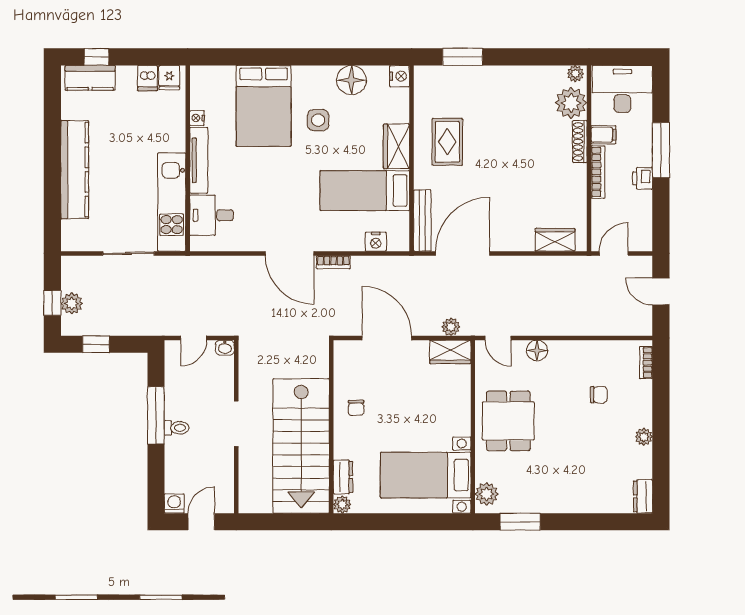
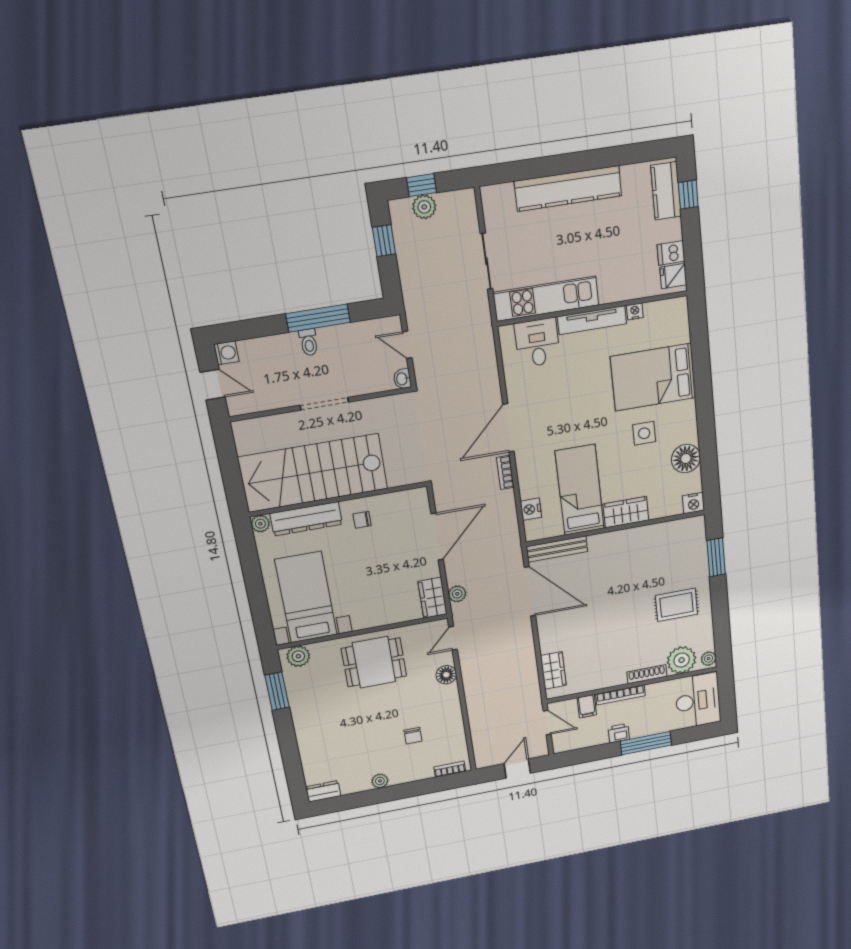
filing cabinet: (604, 135) -> (587, 706), moved
rug: (447, 142) -> (677, 605), moved
dresser: (343, 477) -> (306, 519), width x1.96, depth x1.24

